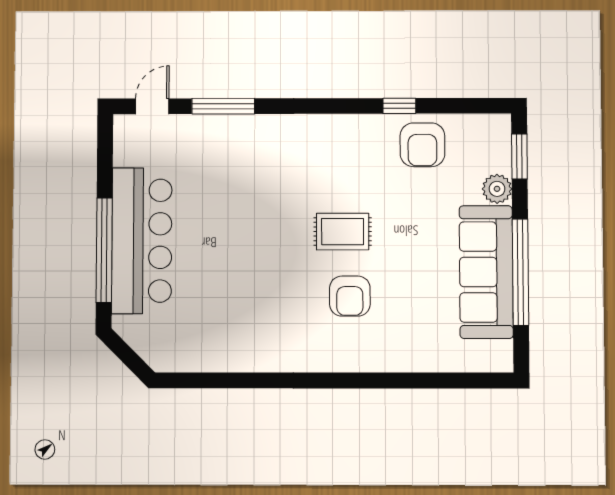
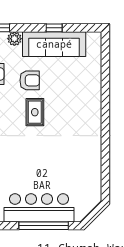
window: (520, 272) -> (54, 28), width x0.32
armchair: (350, 296) -> (30, 80), moved

